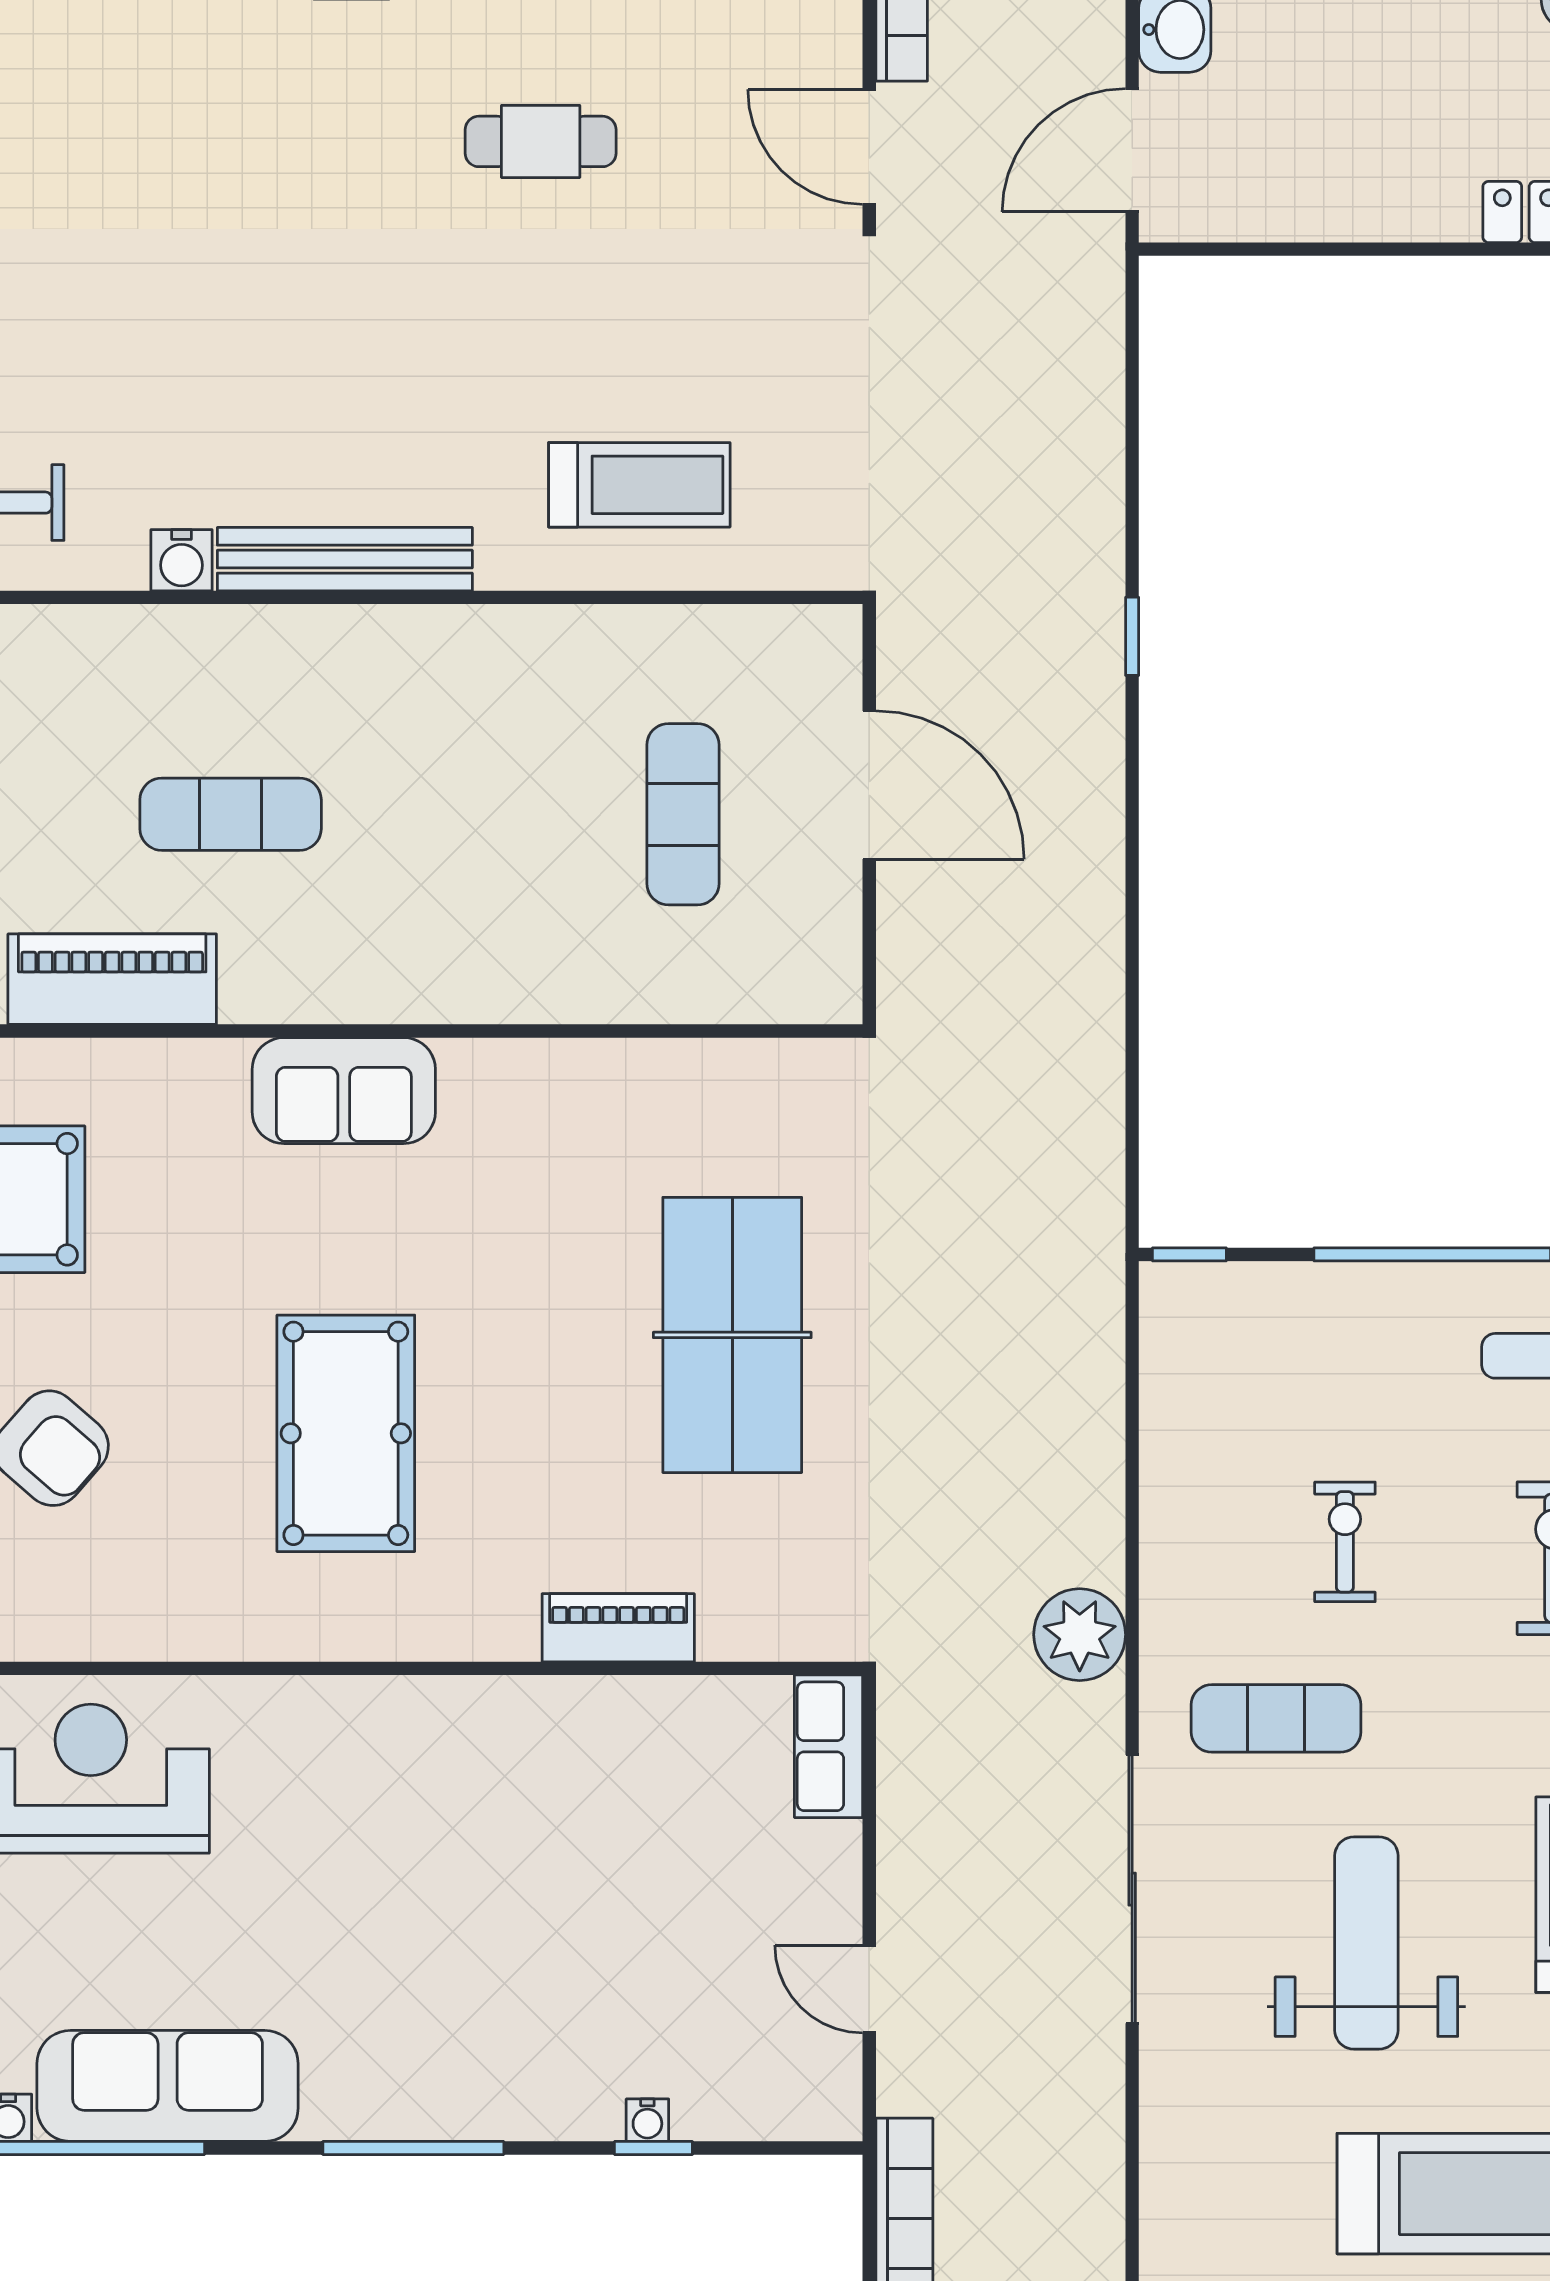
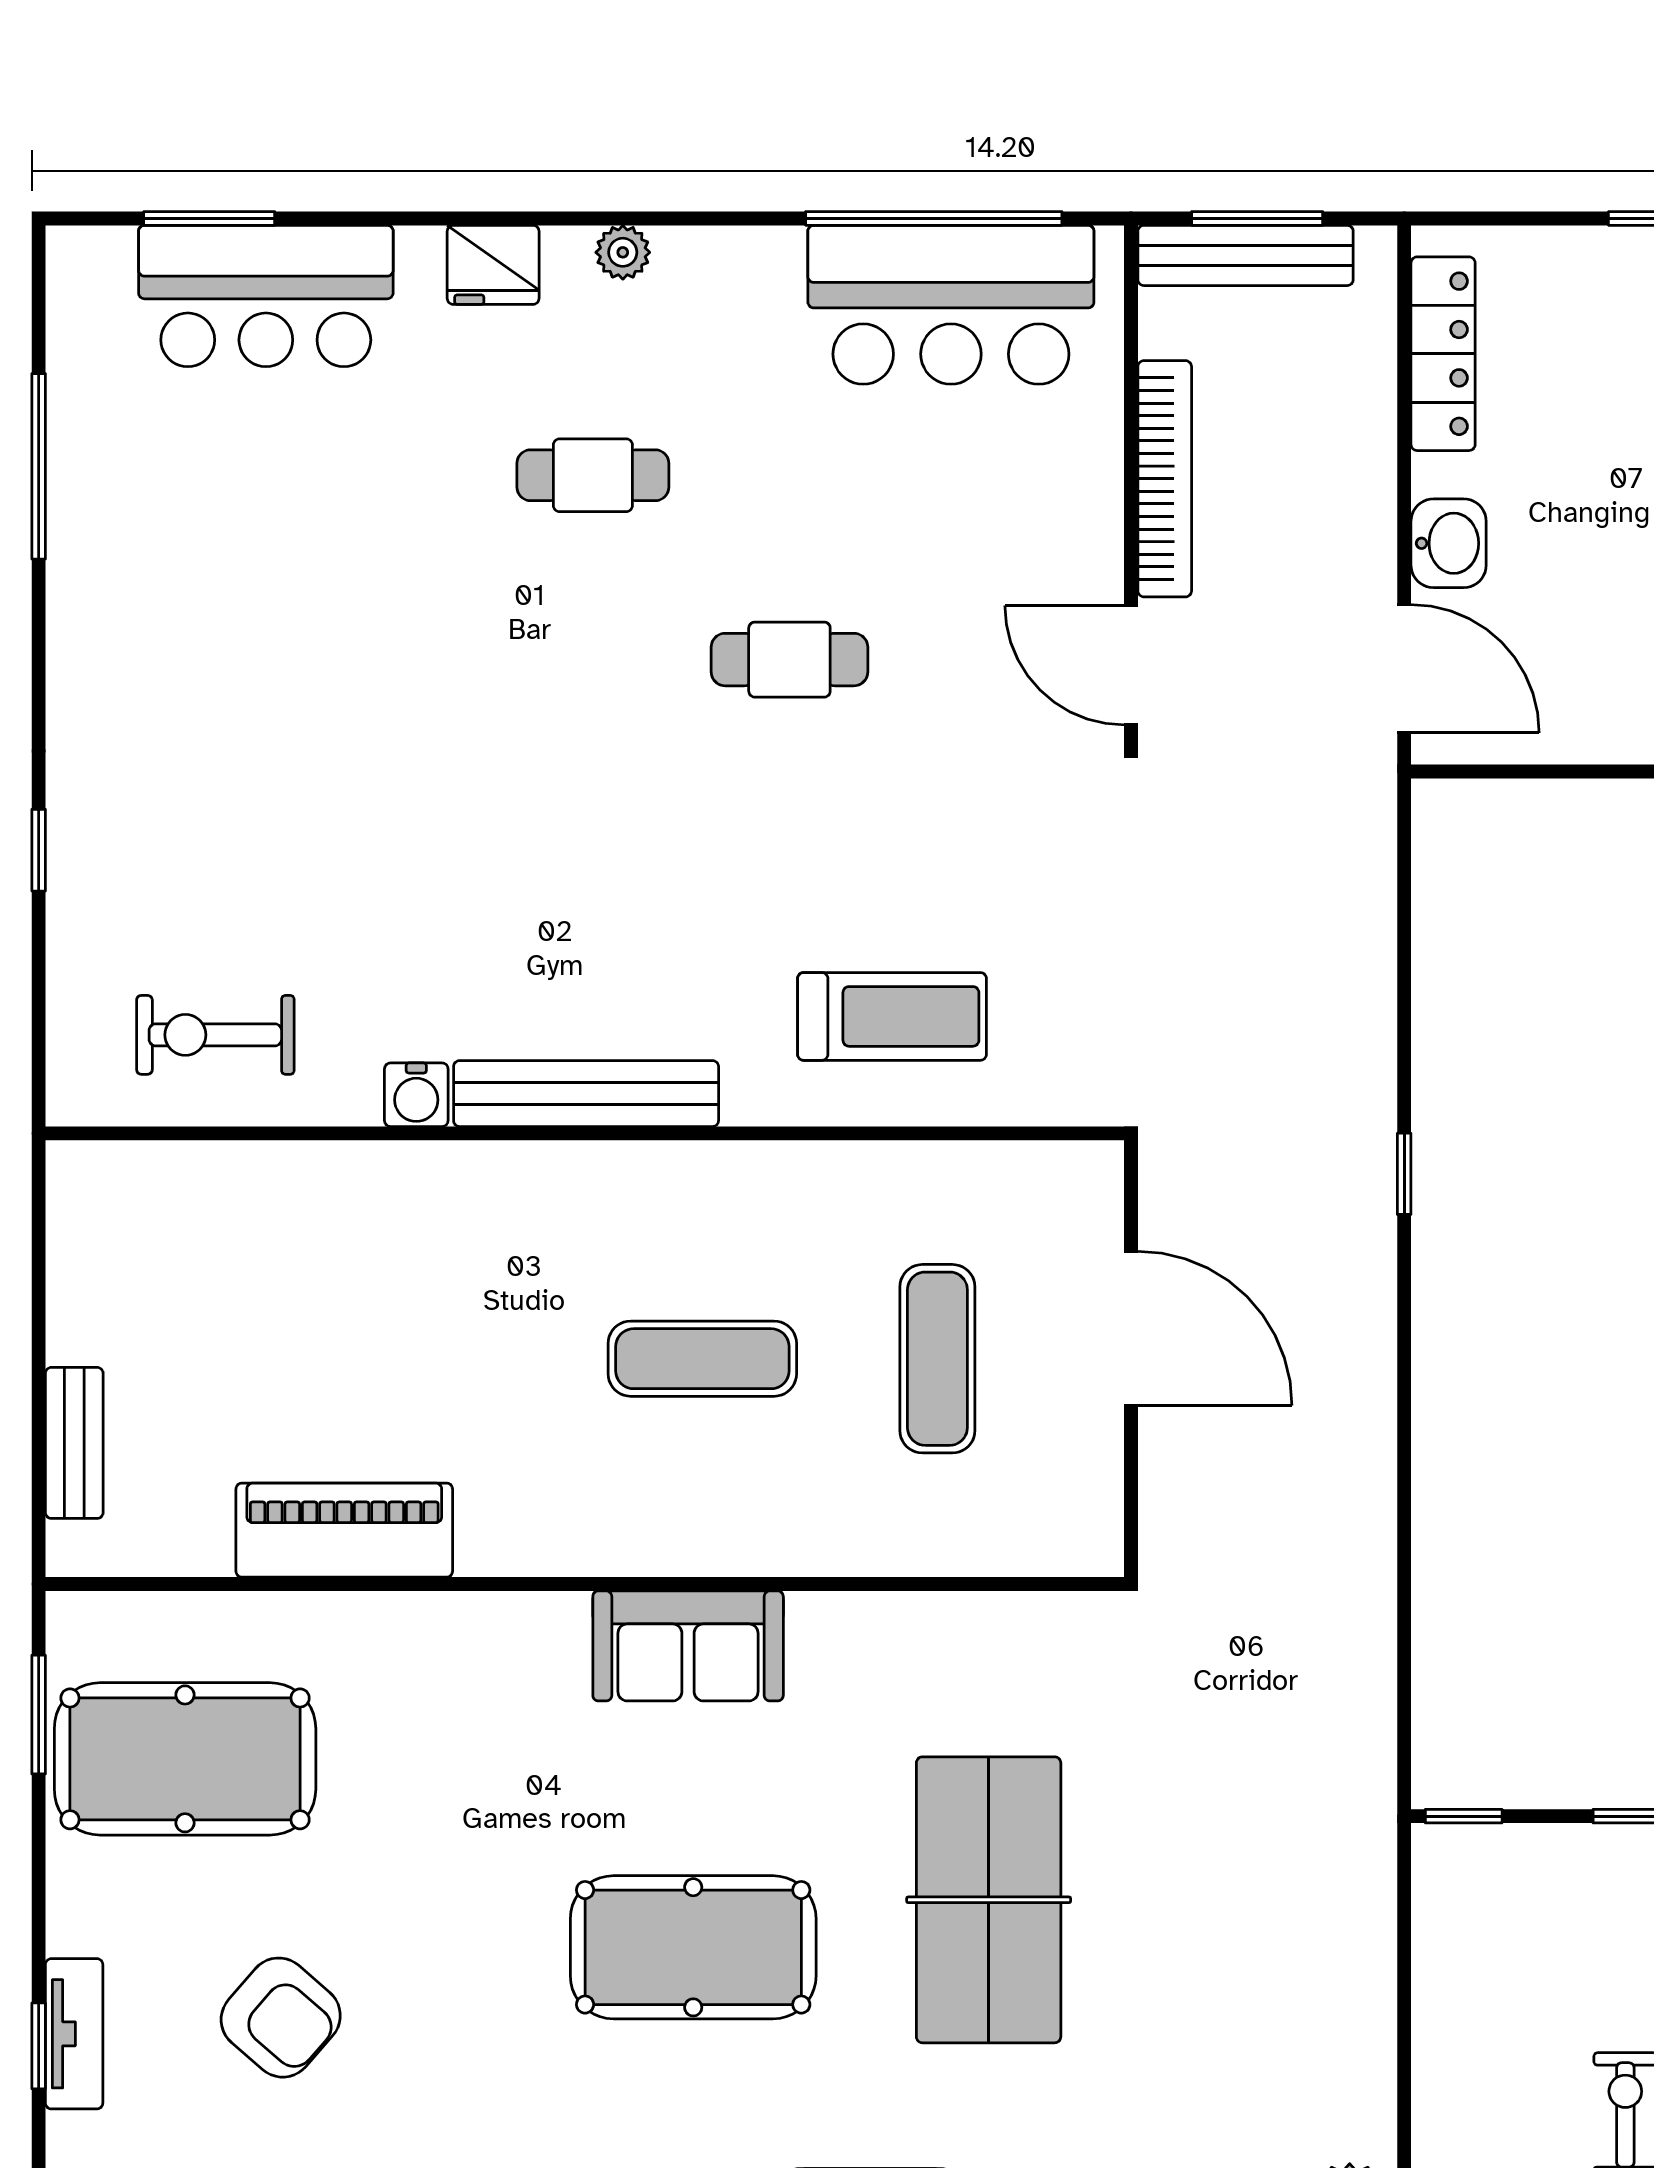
door: (1132, 150) -> (1404, 669), swing flipped
exercise mat: (231, 814) -> (702, 1359), moved
sofa: (344, 1091) -> (688, 1646), moved
pool table: (346, 1433) -> (693, 1947), moved, turned 90

